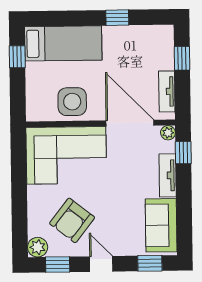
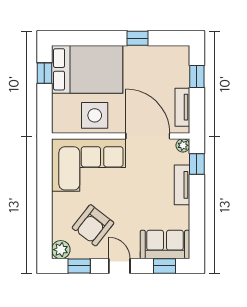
bed: (63, 43) -> (87, 69), width x1.50
sofa: (161, 225) -> (165, 244), moved, turned 90

